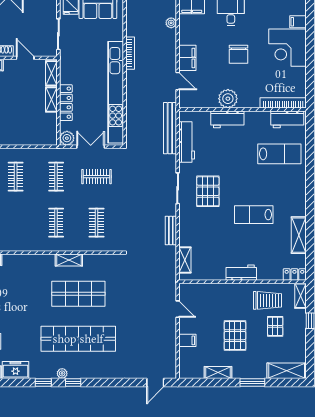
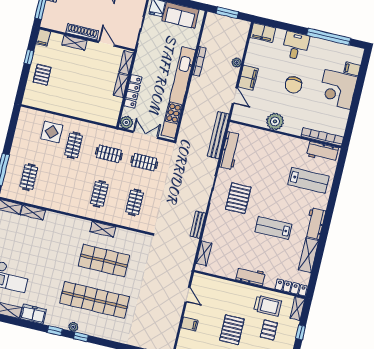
plant: (171, 23) -> (237, 63), moved
workbench: (227, 119) -> (315, 224), moved, turned 90
clothes rail: (56, 177) -> (109, 154), turned 90
locker: (294, 275) -> (291, 287), width x1.53

